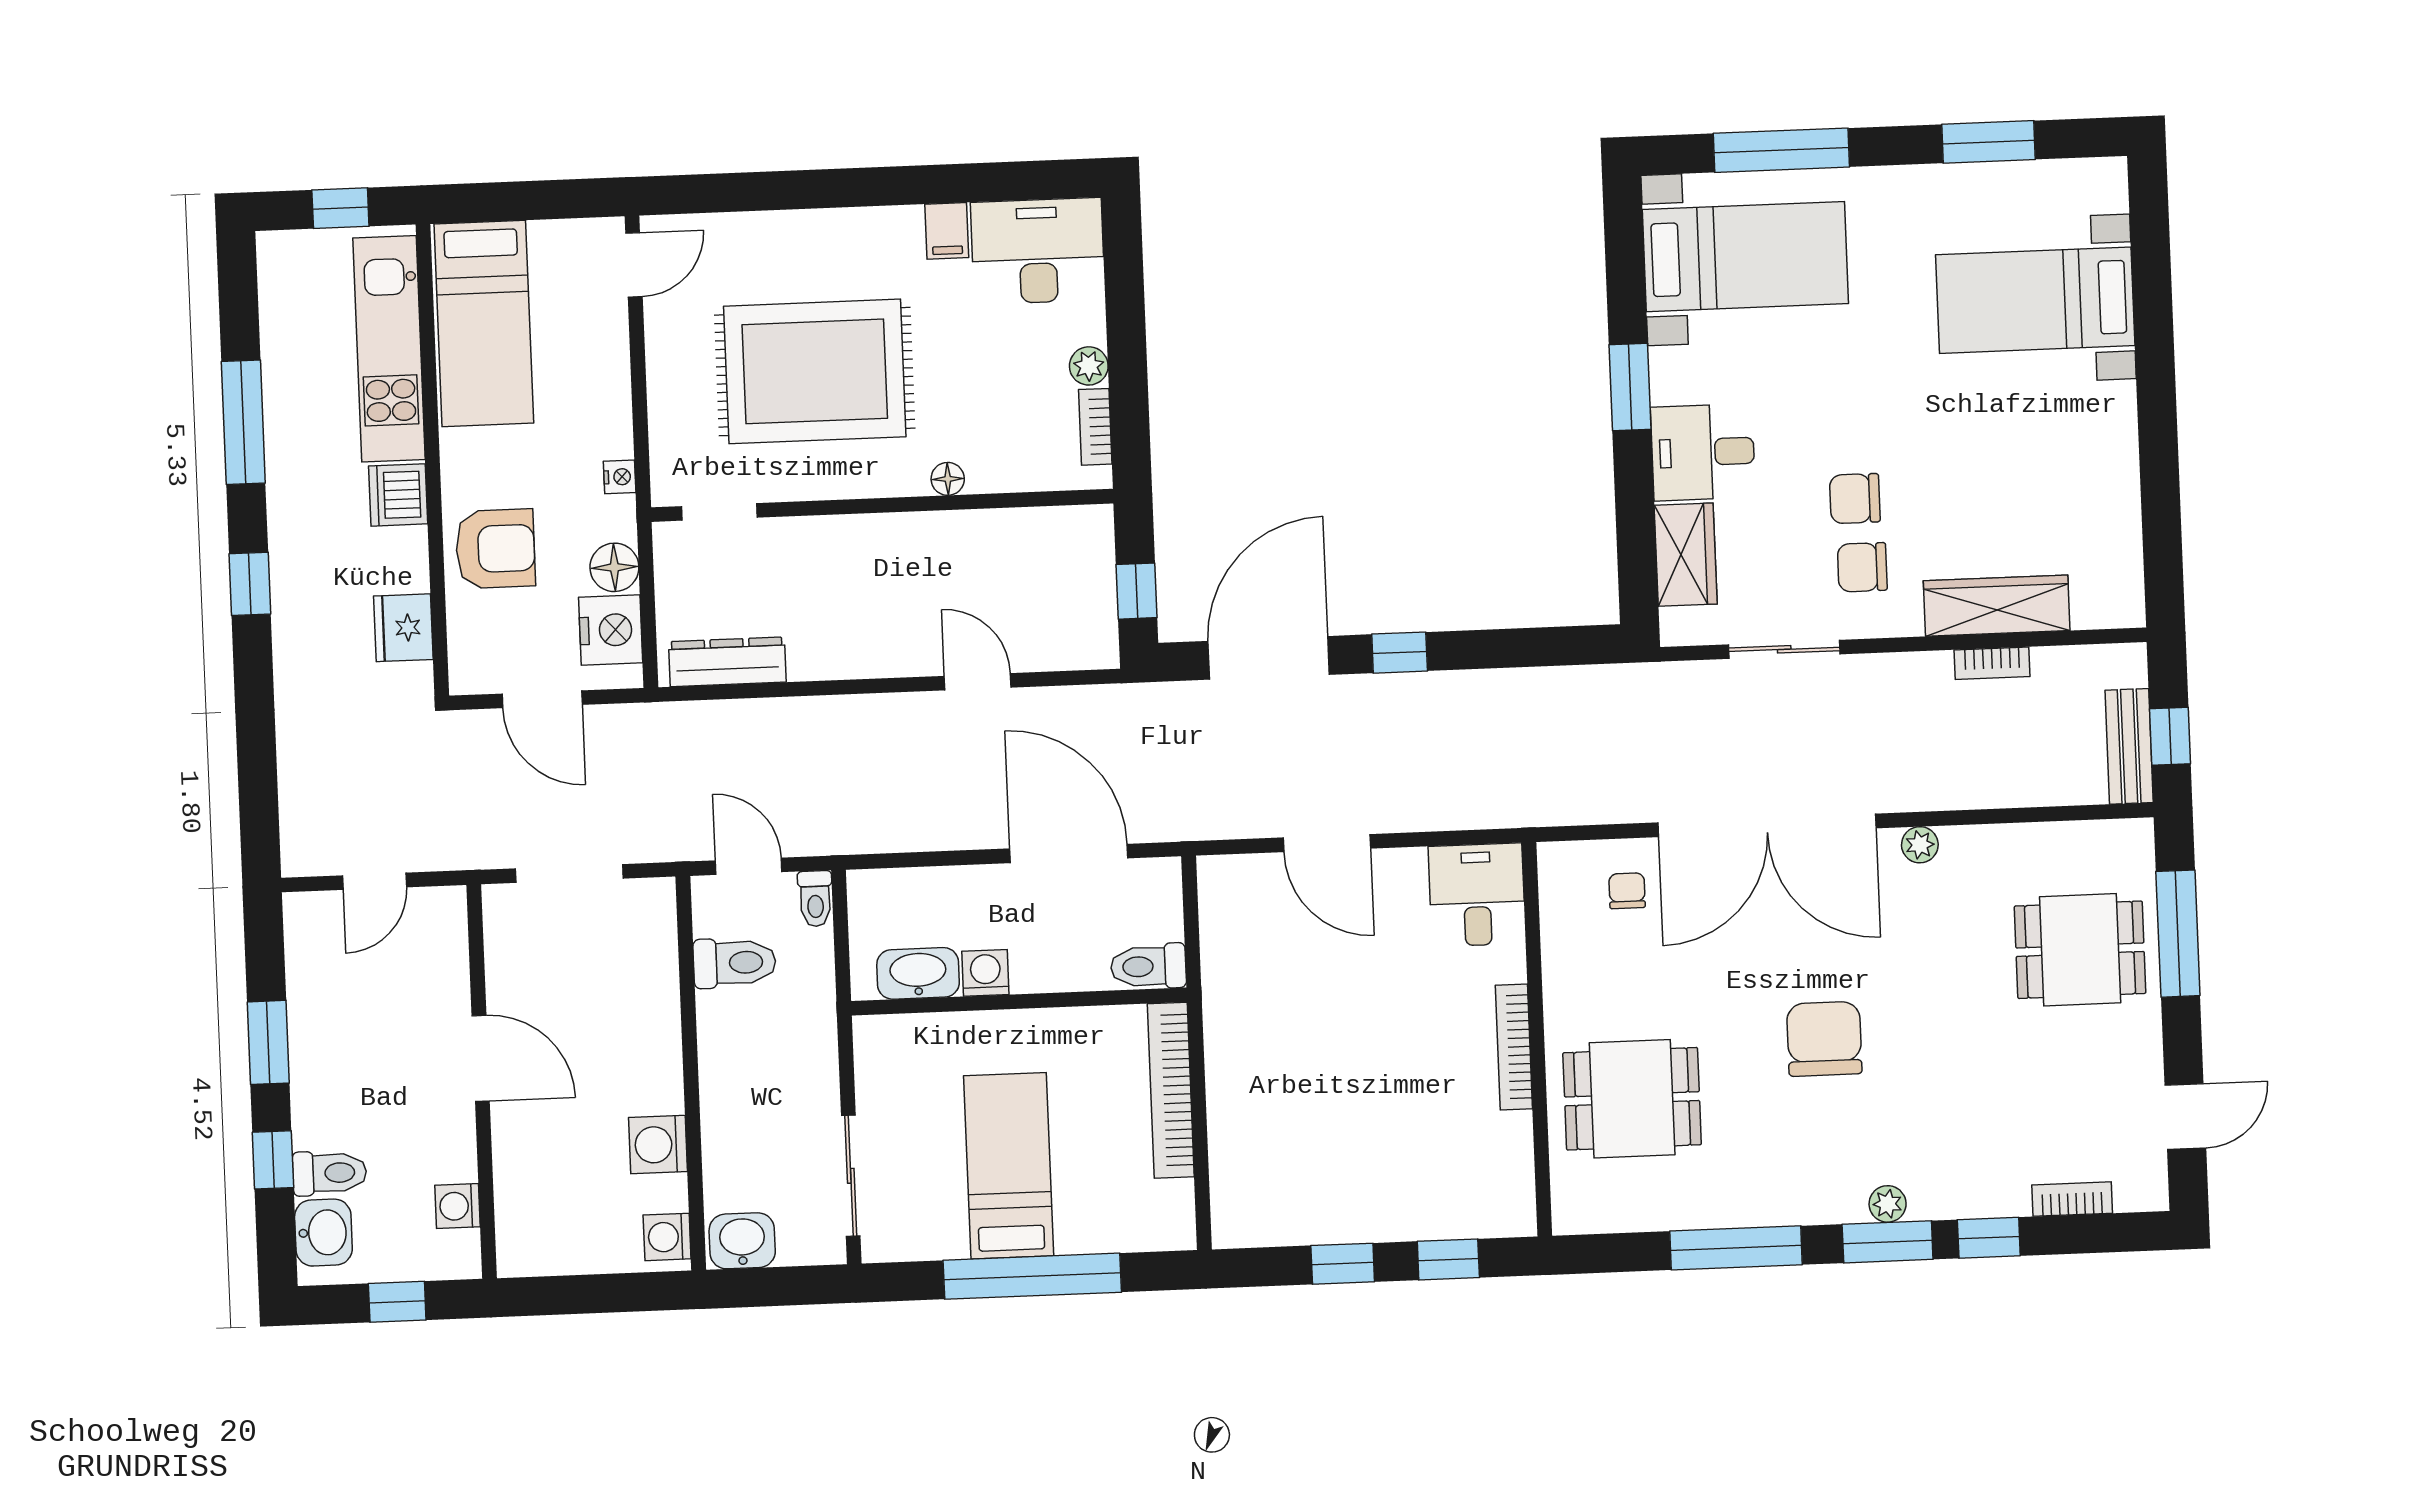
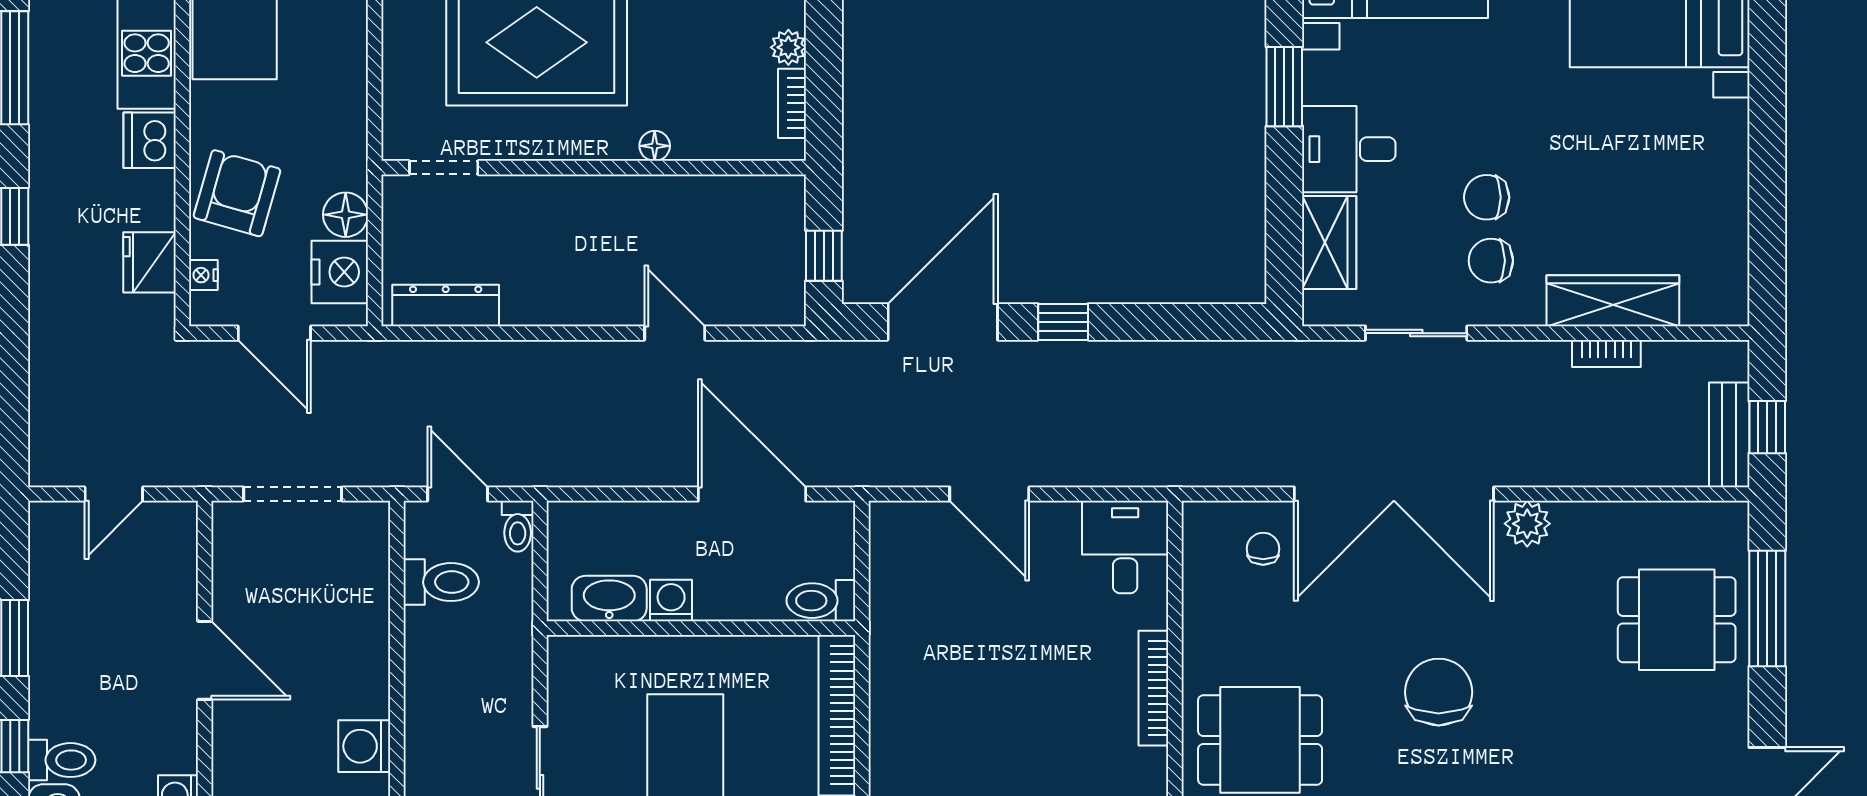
nightstand: (620, 477) -> (203, 275), moved, turned 180
armchair: (495, 549) -> (237, 193), turned -74
plant: (1920, 845) -> (1527, 524), width x1.38, depth x1.38

